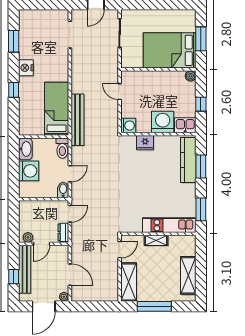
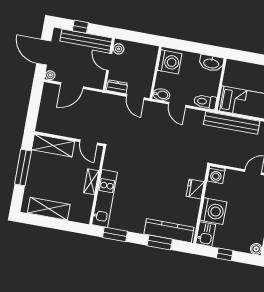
washing machine: (29, 171) -> (170, 62), moved, turned -90

